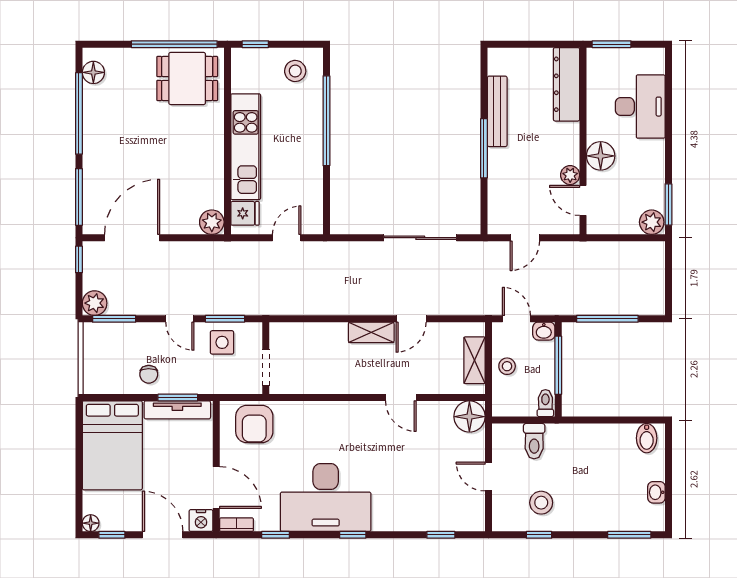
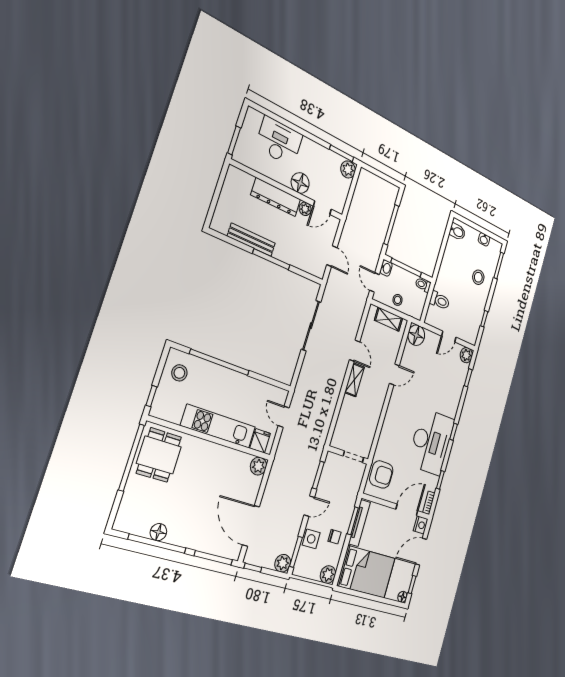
floor lamp: (93, 72) -> (158, 532), moved
dresser: (567, 84) -> (276, 197), moved
door: (516, 319) -> (375, 282), hinge flipped
side table: (222, 342) -> (311, 539), moved
plant: (95, 381) -> (328, 575), added
stool: (541, 503) -> (478, 277), moved
plant: (473, 519) -> (466, 355), added

